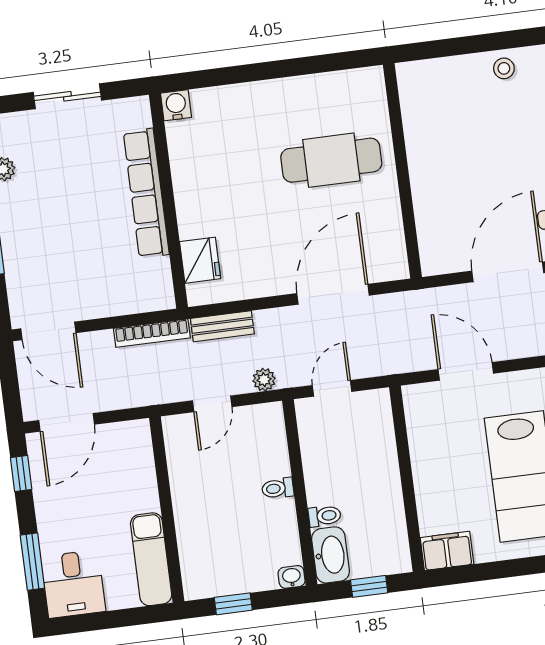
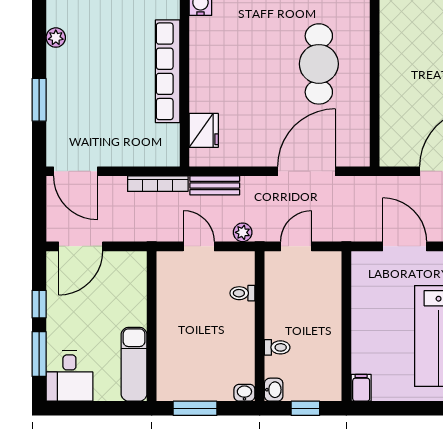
cafe table: (331, 160) -> (319, 64), turned 90
door: (212, 404) -> (199, 246), swing flipped
window: (21, 473) -> (39, 304), moved
toilet: (278, 488) -> (242, 293), moved
filing cabinet: (447, 551) -> (361, 388), width x0.50
washbasin: (330, 555) -> (274, 390), width x0.52, depth x0.69
window: (233, 604) -> (195, 408), width x1.50

